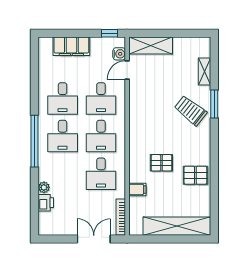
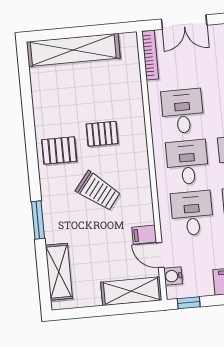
door: (127, 70) -> (160, 255), swing flipped
shelving: (205, 71) -> (59, 272), width x1.50, depth x1.33
trolley: (191, 110) -> (98, 191), moved
pallet: (195, 175) -> (59, 150), moved
filing cabinet: (137, 189) -> (144, 235), moved

